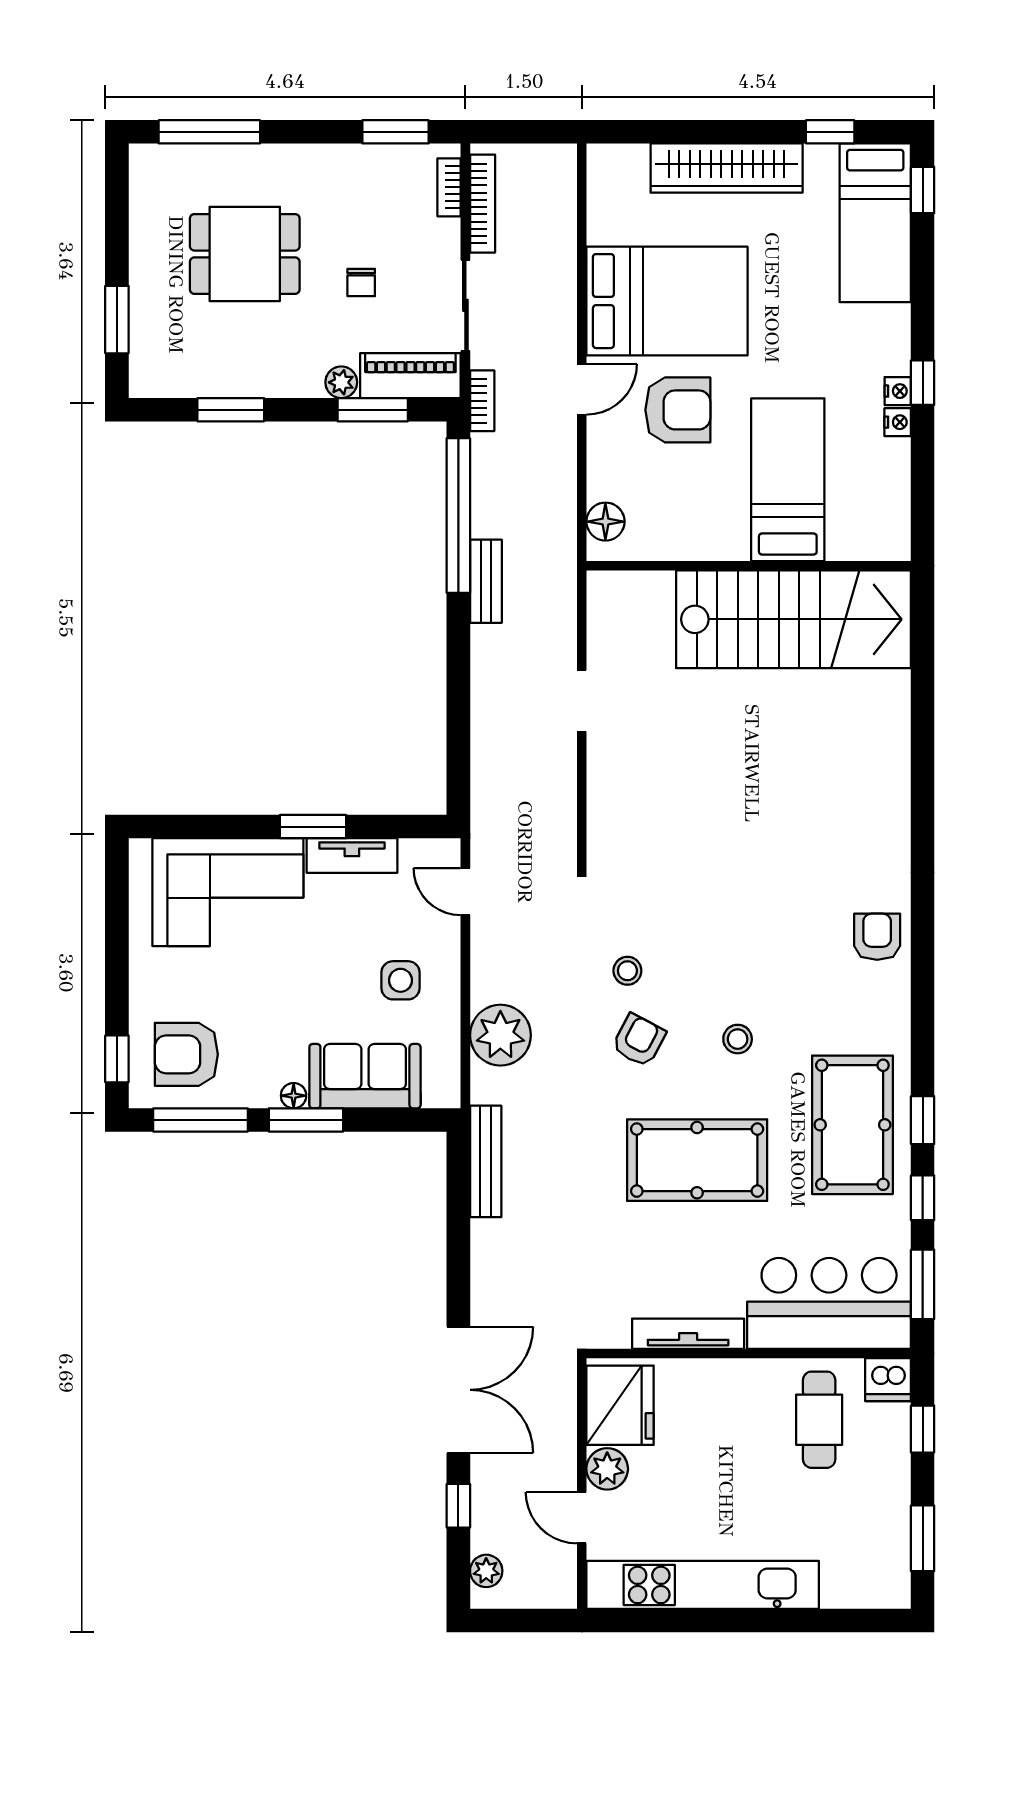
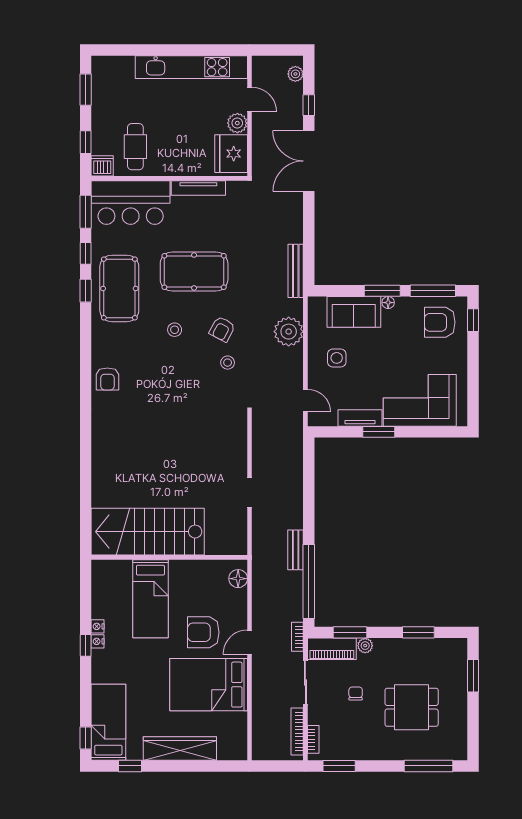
armchair: (186, 1054) -> (440, 322), turned 180

